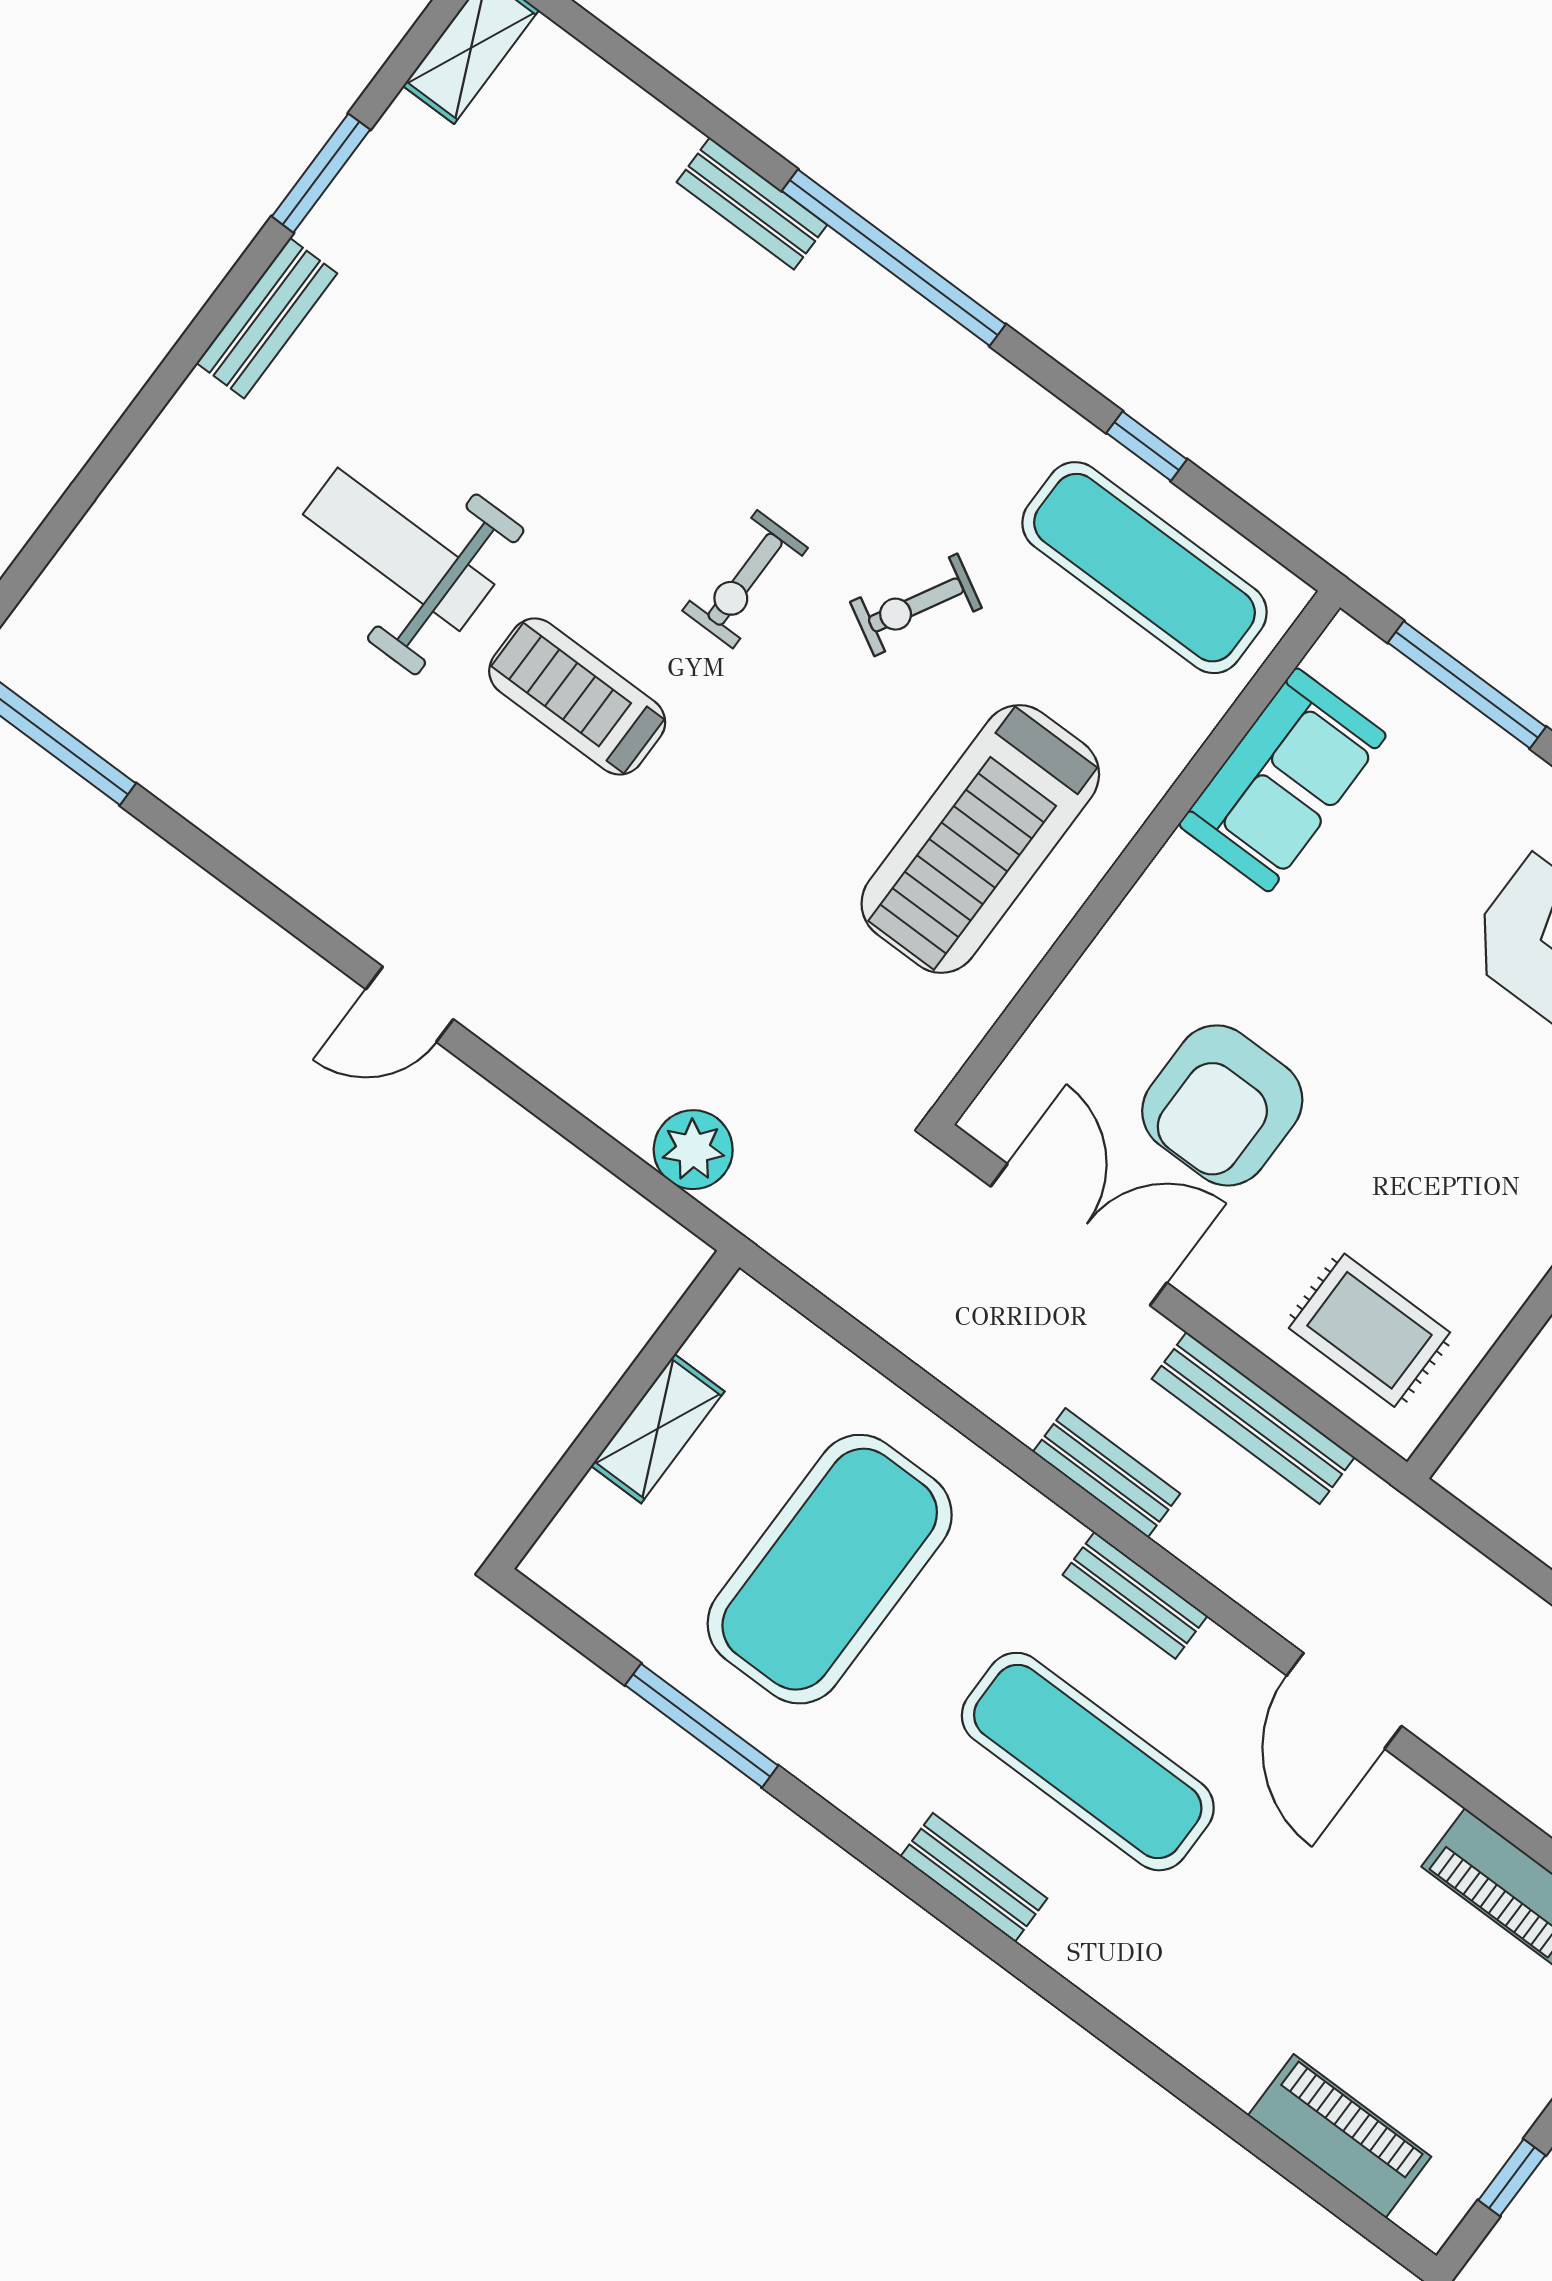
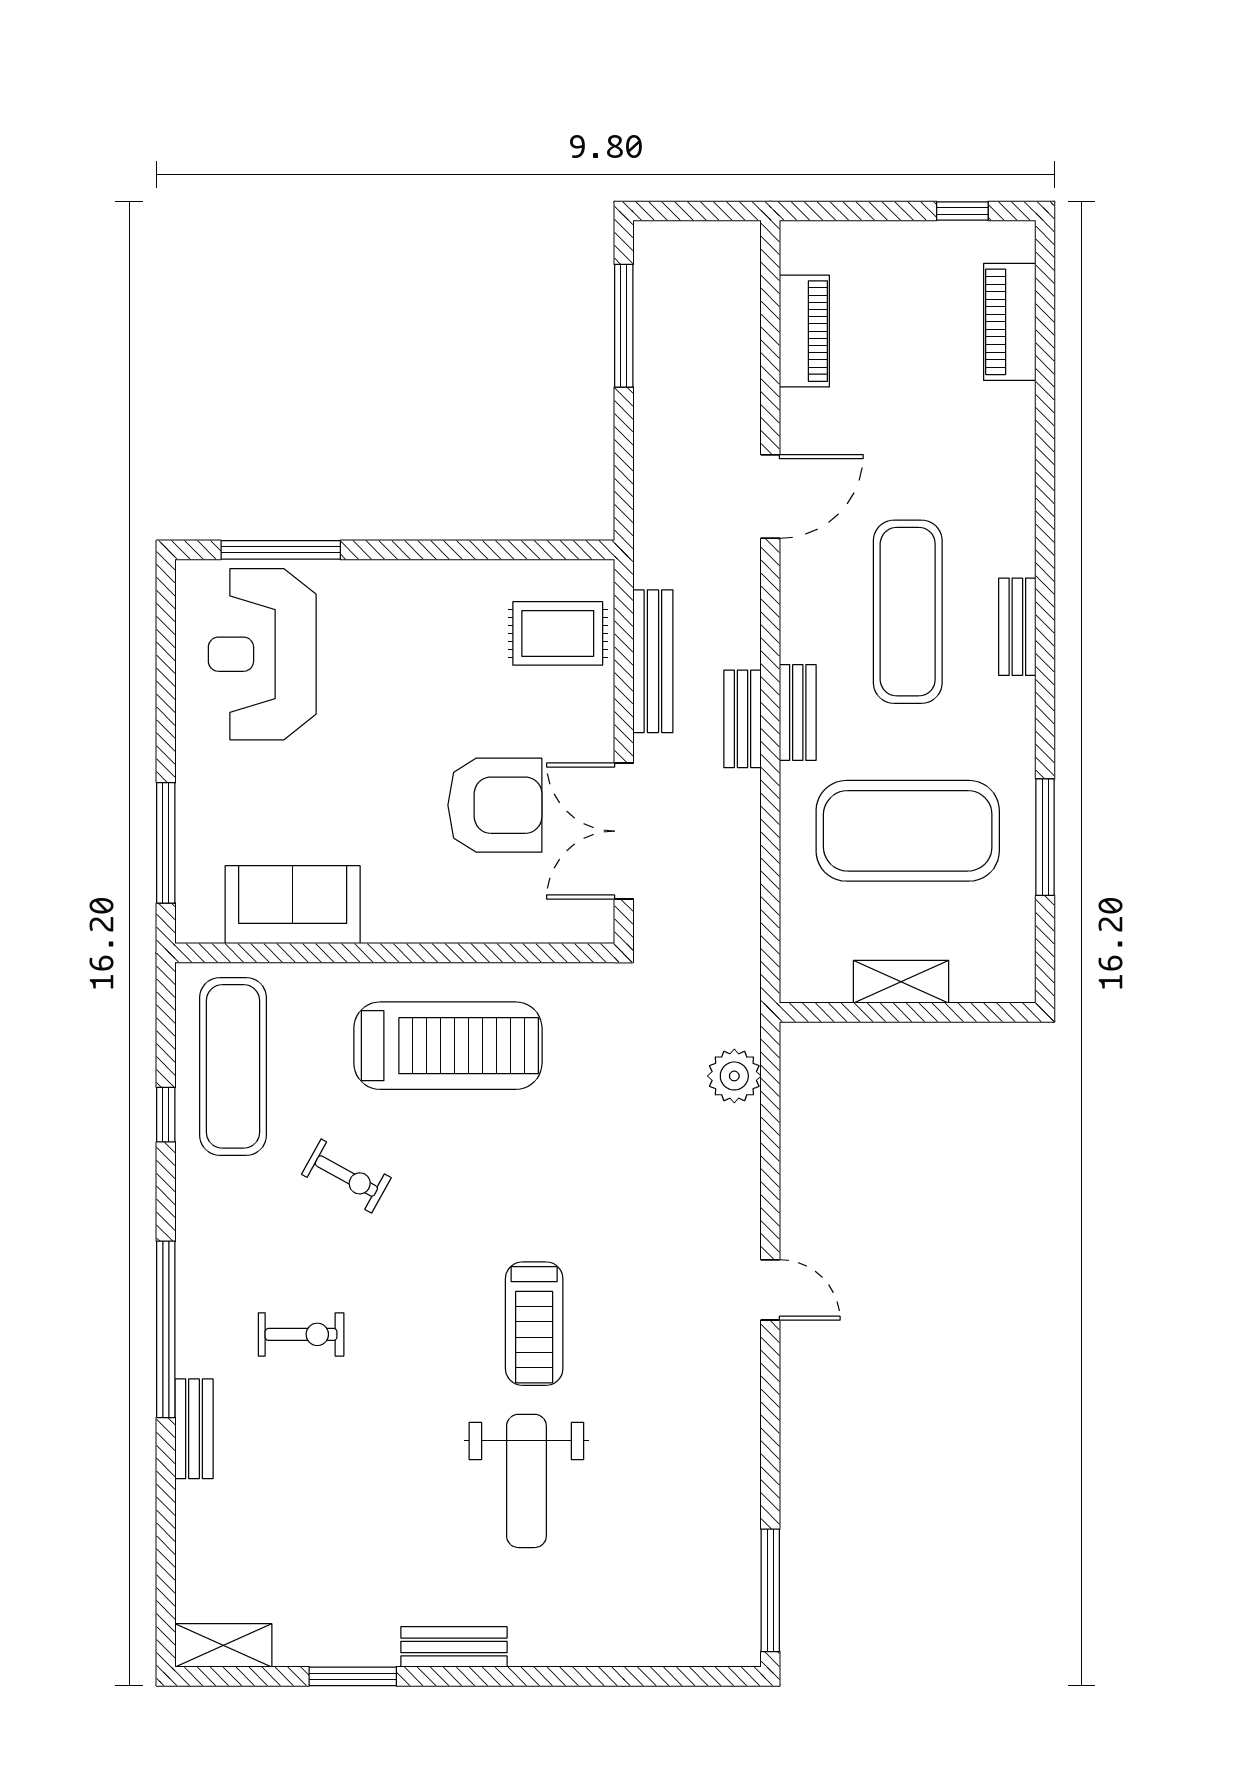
exercise bike: (745, 579) -> (301, 1334), moved
rug: (1369, 1330) -> (558, 633), turned 90
bench: (1135, 1595) -> (798, 712), moved

